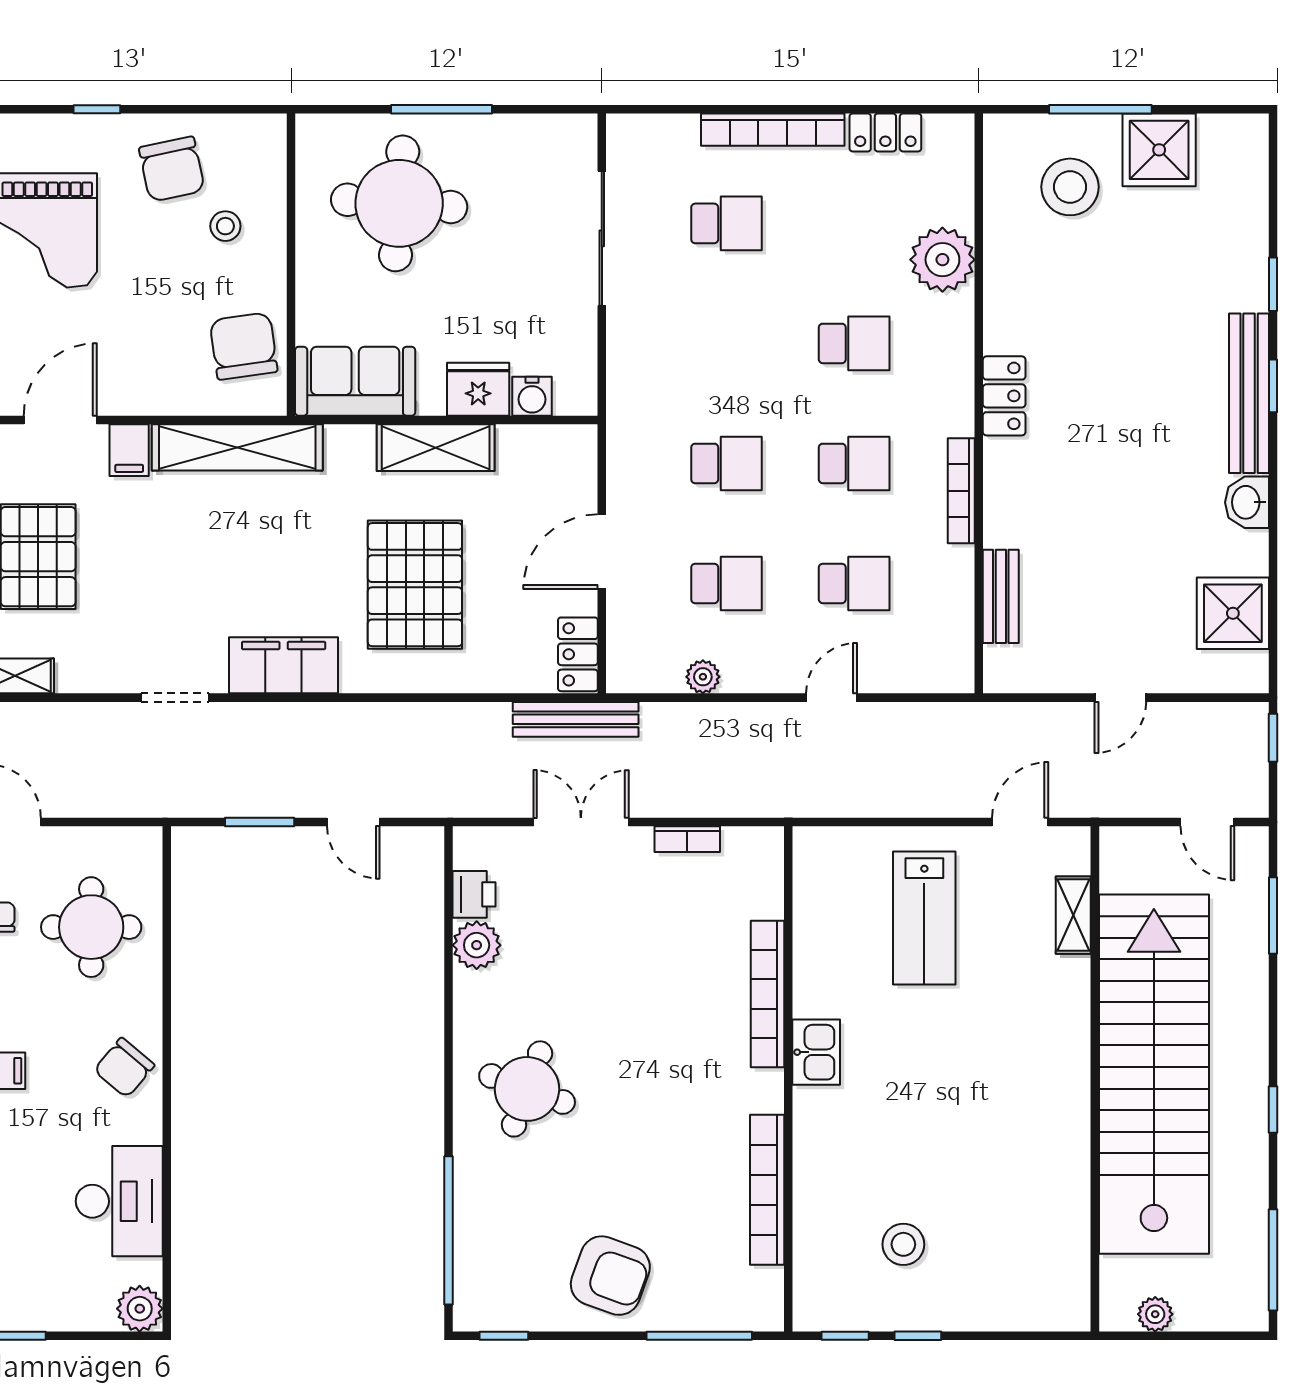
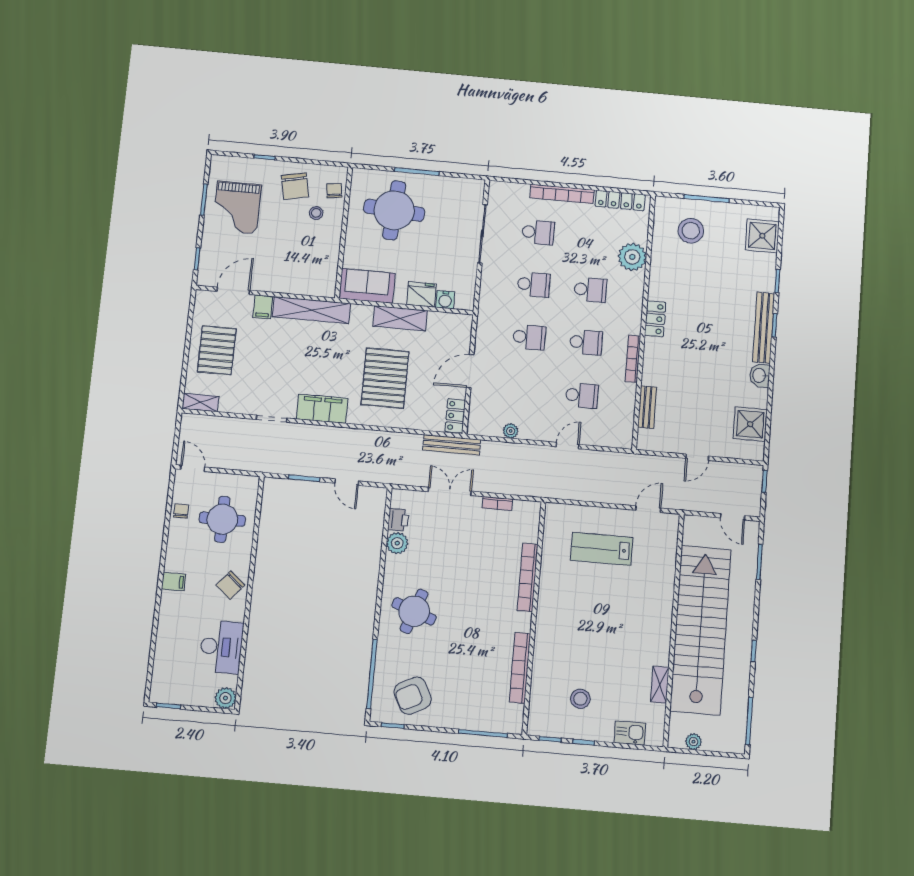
locker: (885, 132) -> (620, 200), width x1.53
shower: (1159, 150) -> (762, 236), moved
chair: (244, 346) -> (334, 191), moved, width x0.54, depth x0.54
school desk: (727, 583) -> (534, 285), moved
shelving: (1073, 915) -> (660, 685), moved
lab bench: (924, 918) -> (602, 549), turned 90
kitchen sink: (816, 1052) -> (630, 733), moved, turned -90
armchair: (610, 1276) -> (413, 696), moved, turned 133

